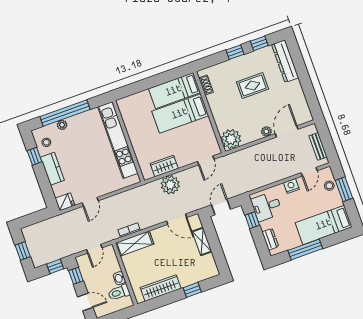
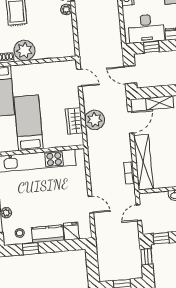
bed: (180, 114) -> (29, 123), moved, turned 180
plant: (231, 139) -> (24, 51), moved
fridge: (65, 202) -> (71, 231), moved
desk: (267, 206) -> (146, 28), width x1.37
shelving: (135, 244) -> (143, 162), width x1.47
door: (94, 249) -> (139, 213), swing flipped

